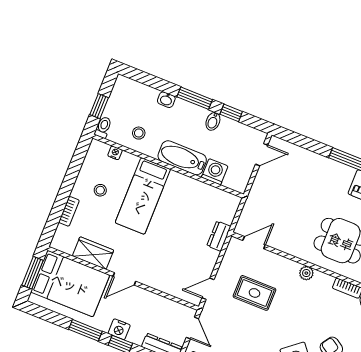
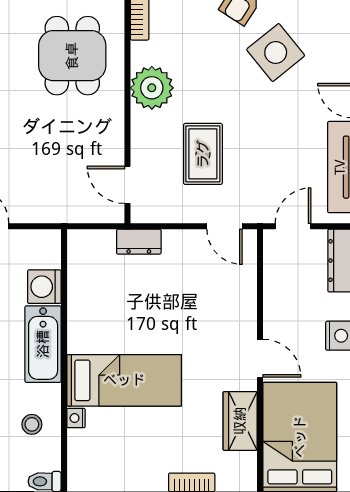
nightstand: (115, 153) -> (76, 418), moved
stool: (100, 190) -> (141, 448), removed
plant: (306, 273) -> (152, 88), width x1.87, depth x1.87

